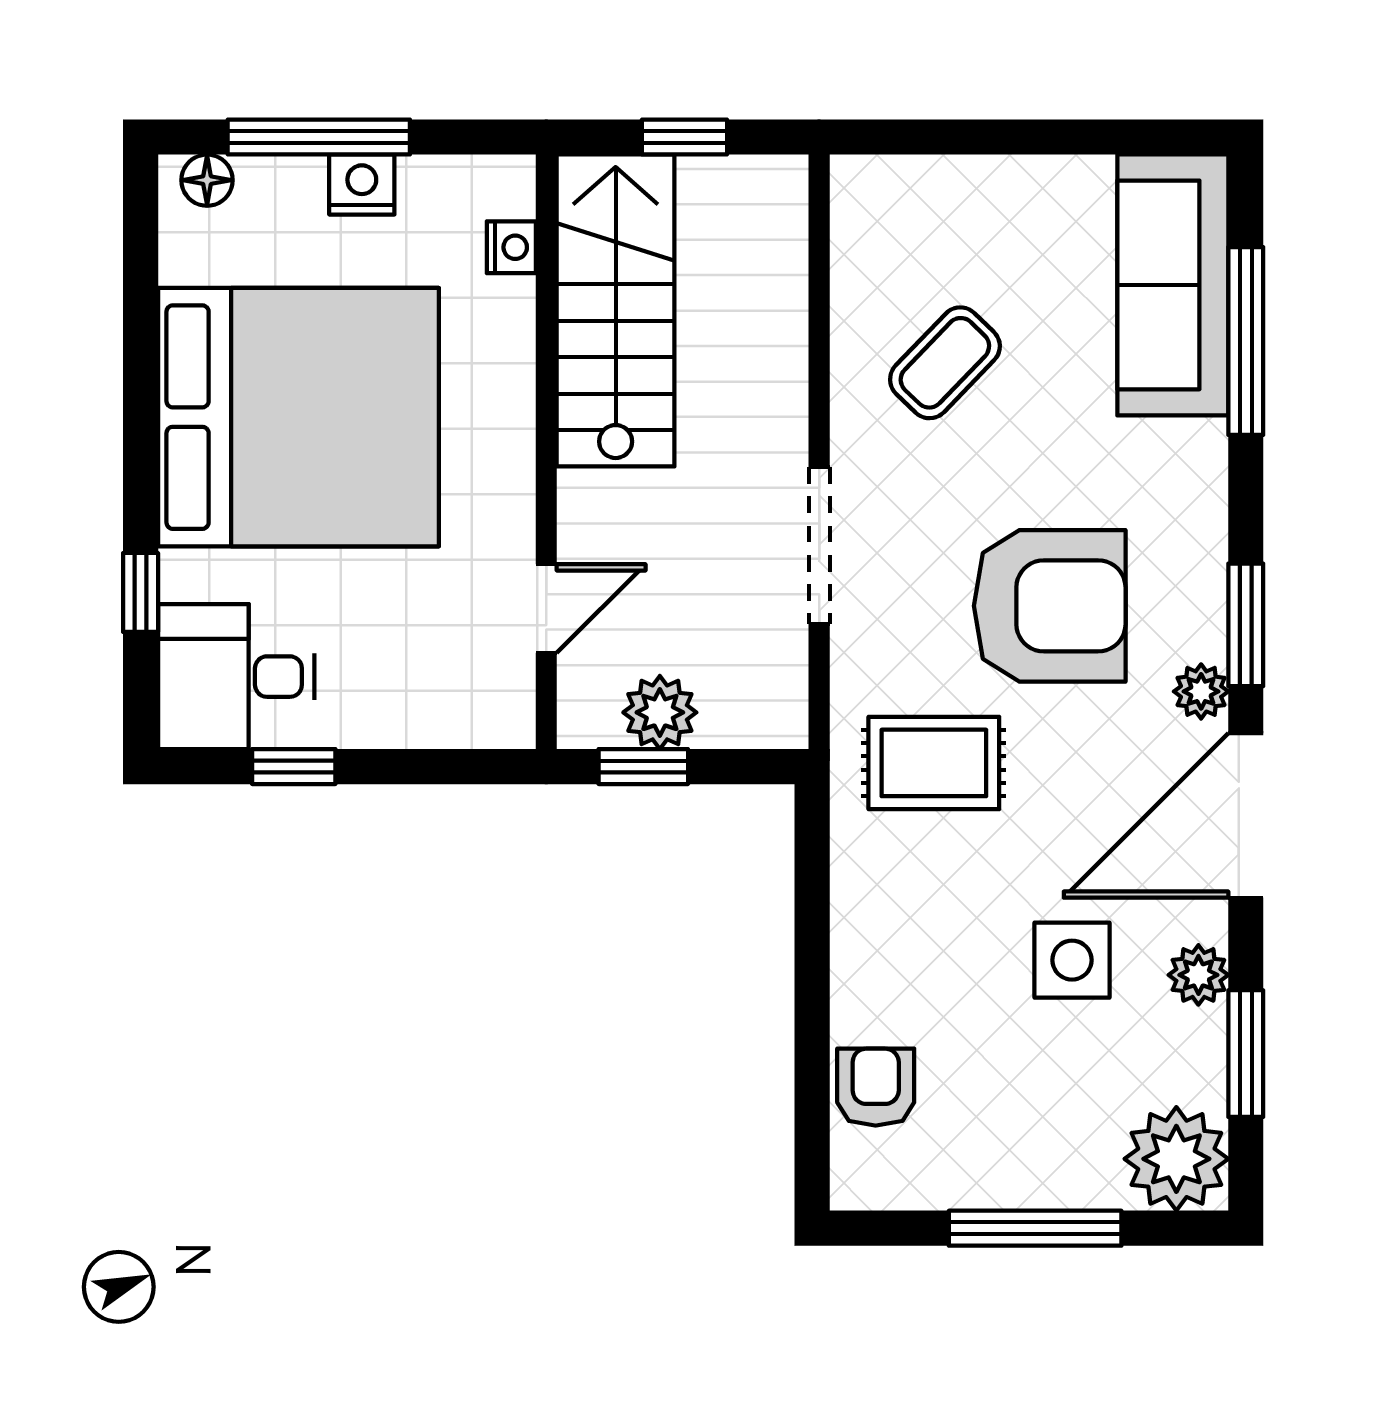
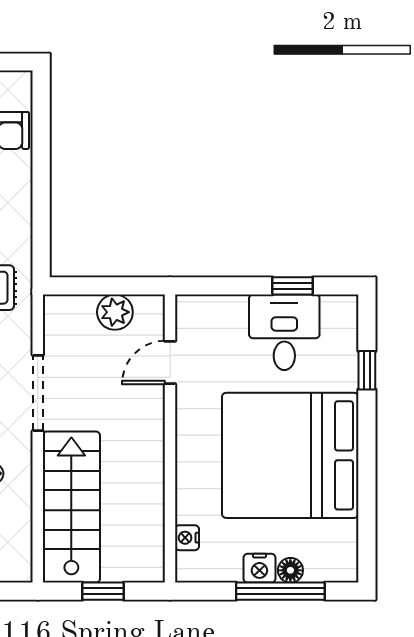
floor lamp: (207, 180) -> (290, 570), moved
stairs: (616, 310) -> (71, 507), moved, turned 180
desk: (236, 677) -> (284, 332), moved, turned -90
window: (643, 767) -> (123, 286), removed

